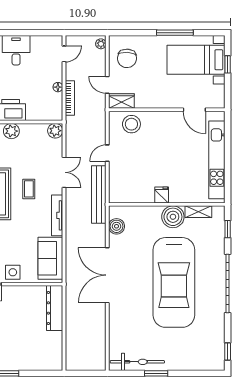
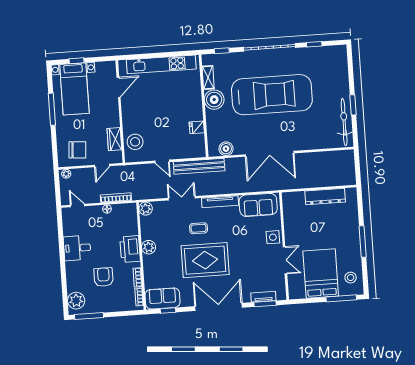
wardrobe: (121, 101) -> (114, 139), moved
fridge: (162, 195) -> (197, 127), moved
dresser: (55, 308) -> (325, 197), moved
window: (228, 352) -> (314, 44), moved

